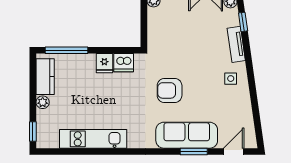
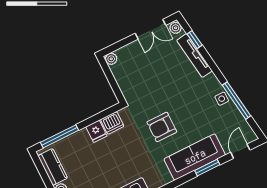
tv unit: (236, 44) -> (194, 56), width x1.41
side table: (231, 79) -> (222, 99), moved
window: (254, 101) -> (237, 101), added

